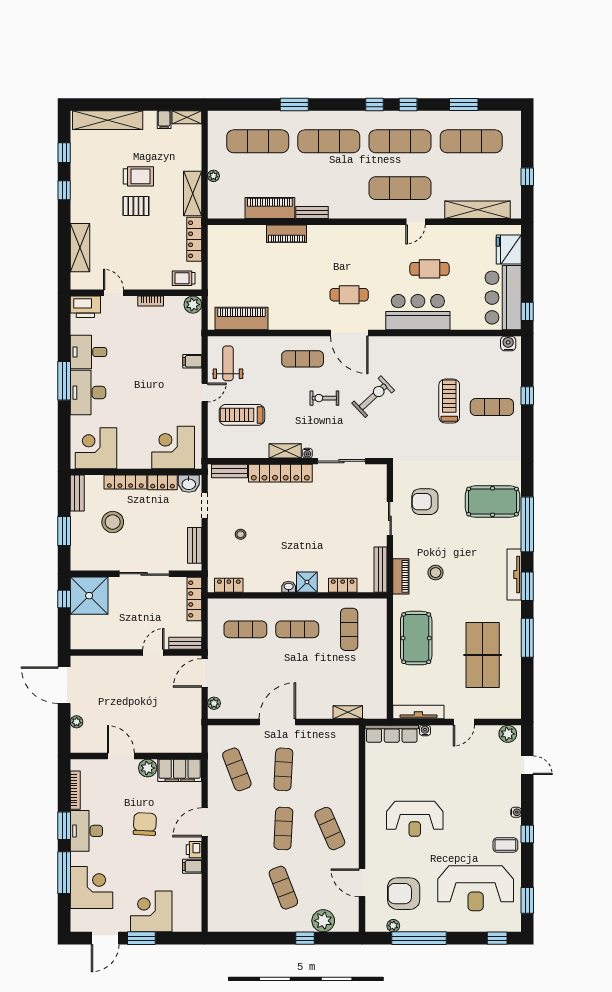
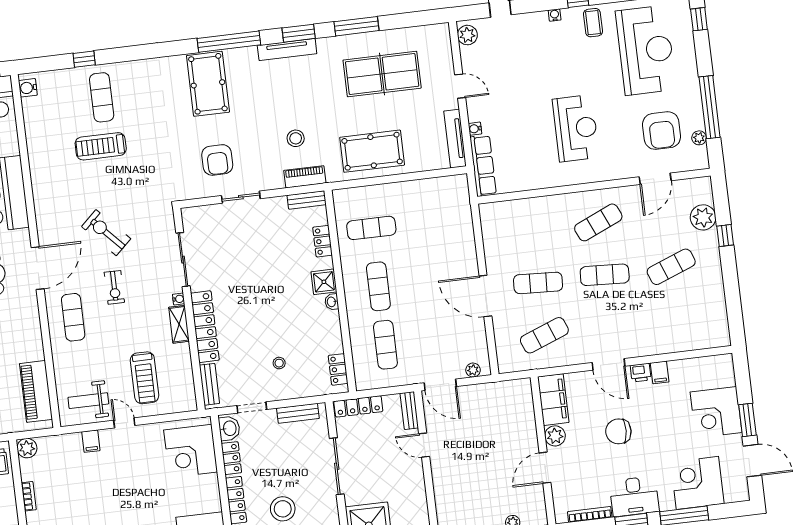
bench: (380, 570) -> (307, 200), width x0.73
shelving: (348, 712) -> (465, 218), removed

